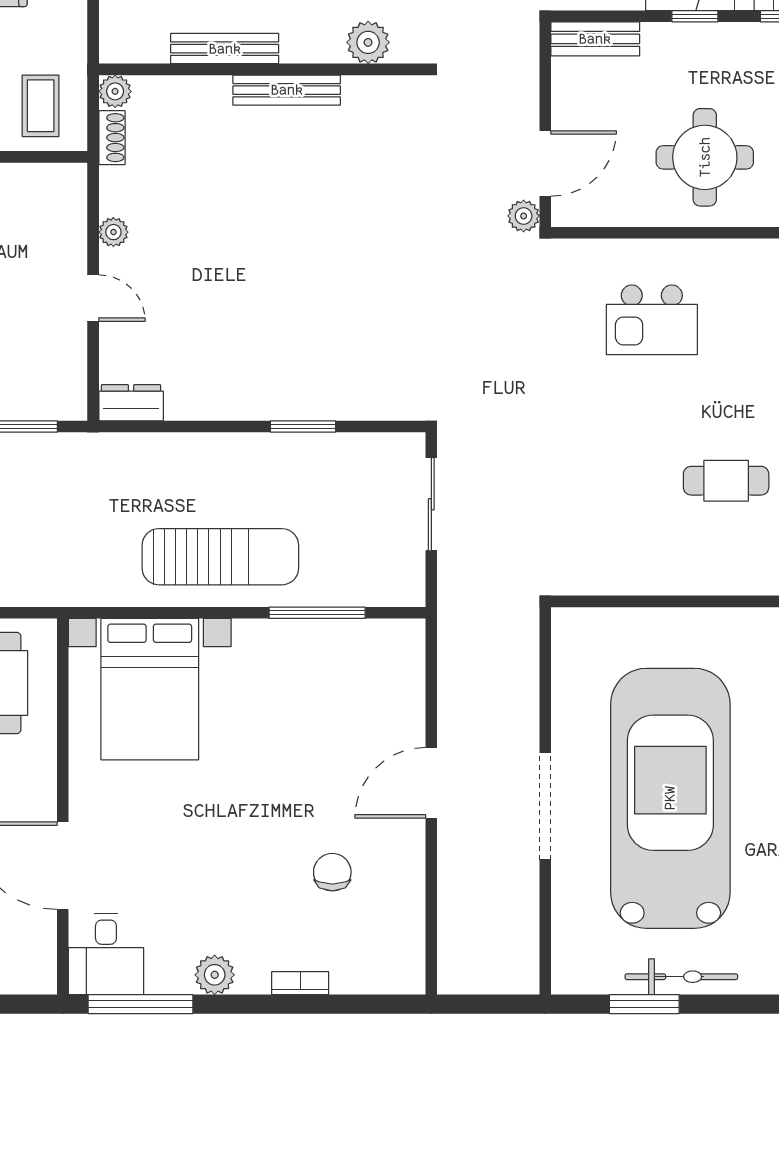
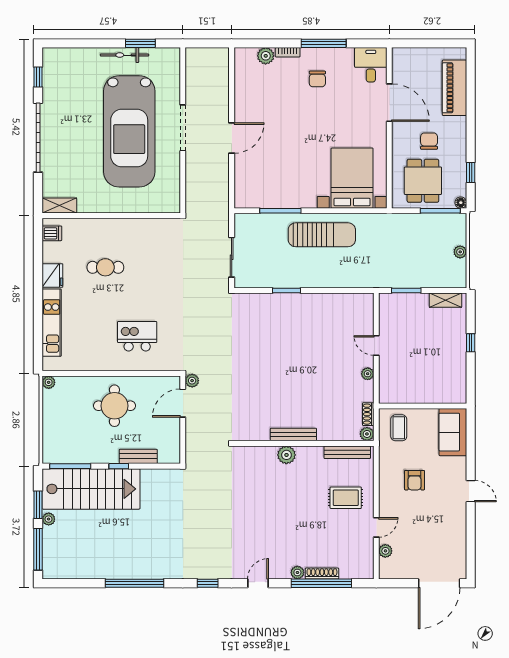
bench: (595, 39) -> (138, 456), moved
plant: (368, 42) -> (286, 455), moved
bench: (225, 49) -> (347, 452), moved
dresser: (131, 403) -> (360, 301), removed
sun lounger: (220, 557) -> (322, 235), turned 180
chair: (332, 872) -> (317, 79), moved
plant: (215, 975) -> (266, 56), moved
window: (141, 1004) -> (324, 43), moved

